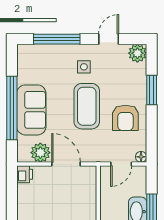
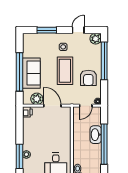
window: (57, 39) -> (47, 30), width x0.69
window: (152, 90) -> (104, 61), width x2.11

